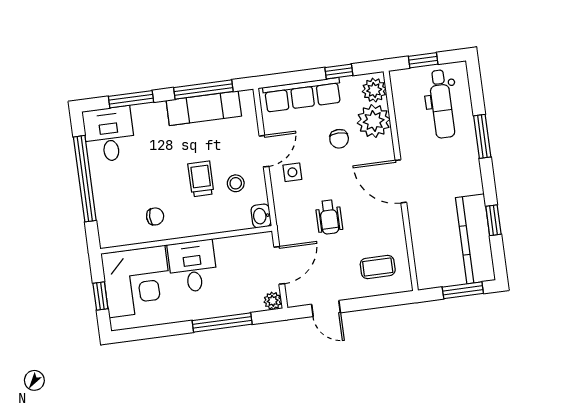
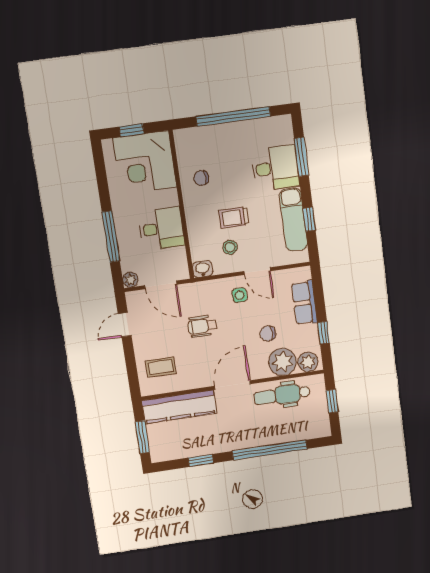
window: (203, 90) -> (309, 219), width x0.46
row of seats: (302, 95) -> (304, 303), width x0.68
dental chair: (442, 104) -> (282, 395), moved
desk: (109, 134) -> (275, 168), moved
window: (482, 136) -> (270, 450), width x2.11
trolley: (201, 179) -> (234, 218), turned 180
chair: (155, 216) -> (201, 178), turned 90
kitchen counter: (475, 239) -> (179, 407), moved, turned 180
desk: (193, 266) -> (161, 229), moved
coffee table: (378, 267) -> (161, 367), turned 90

